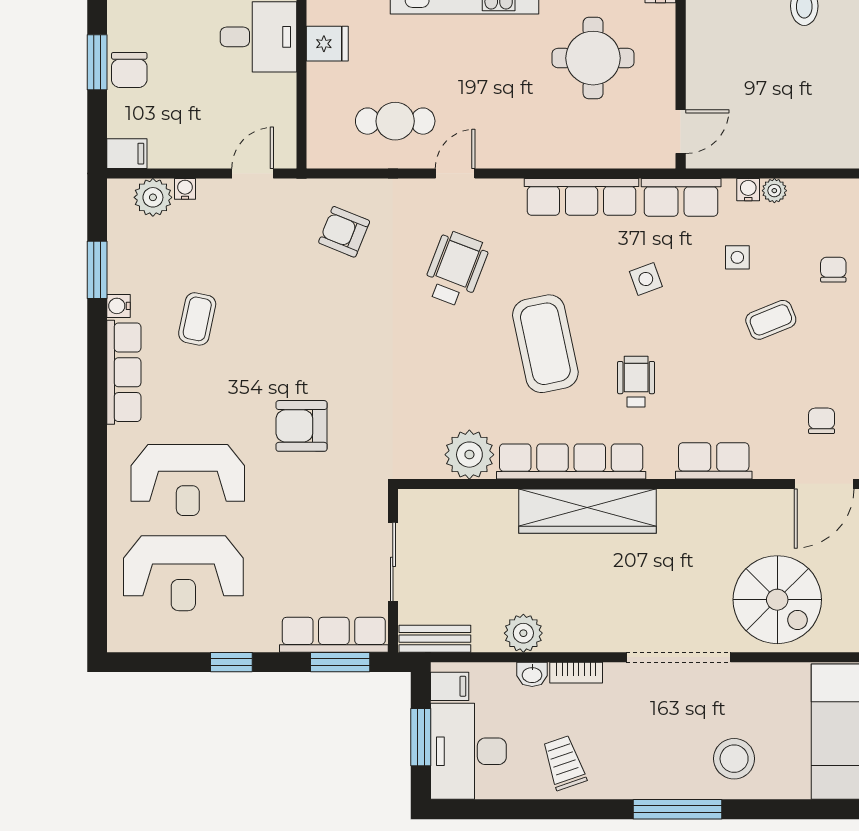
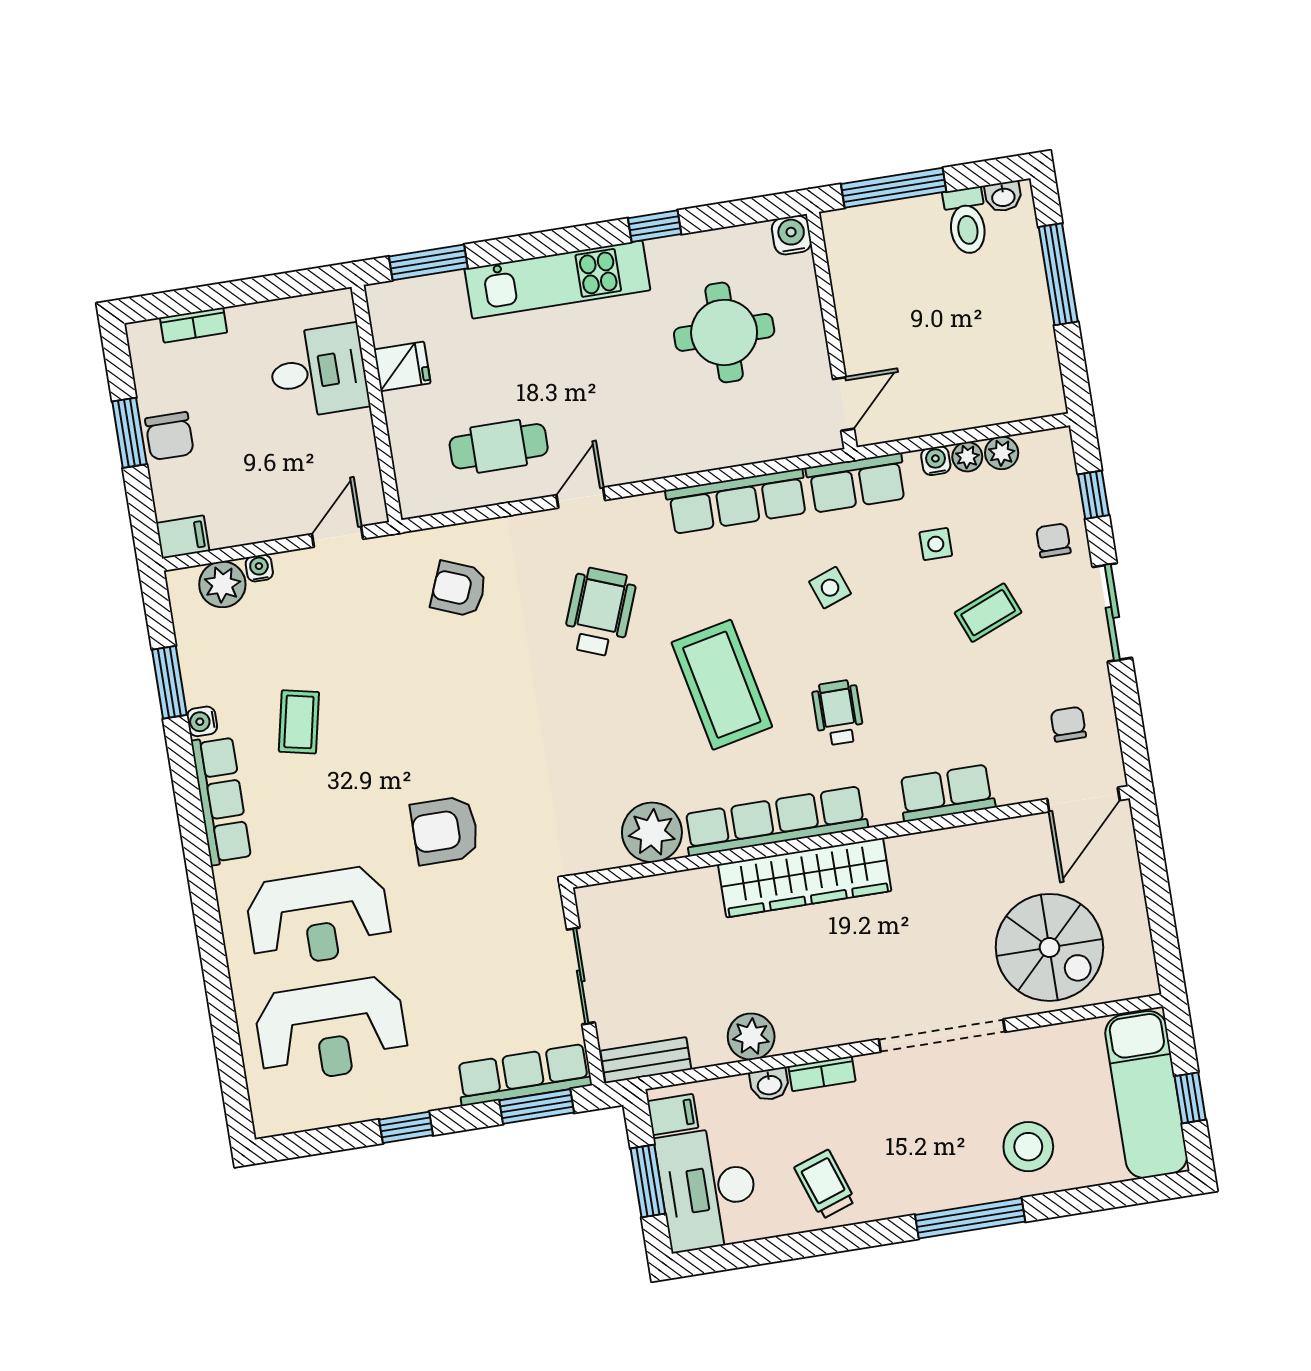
plant: (803, 192) -> (1002, 453), added

